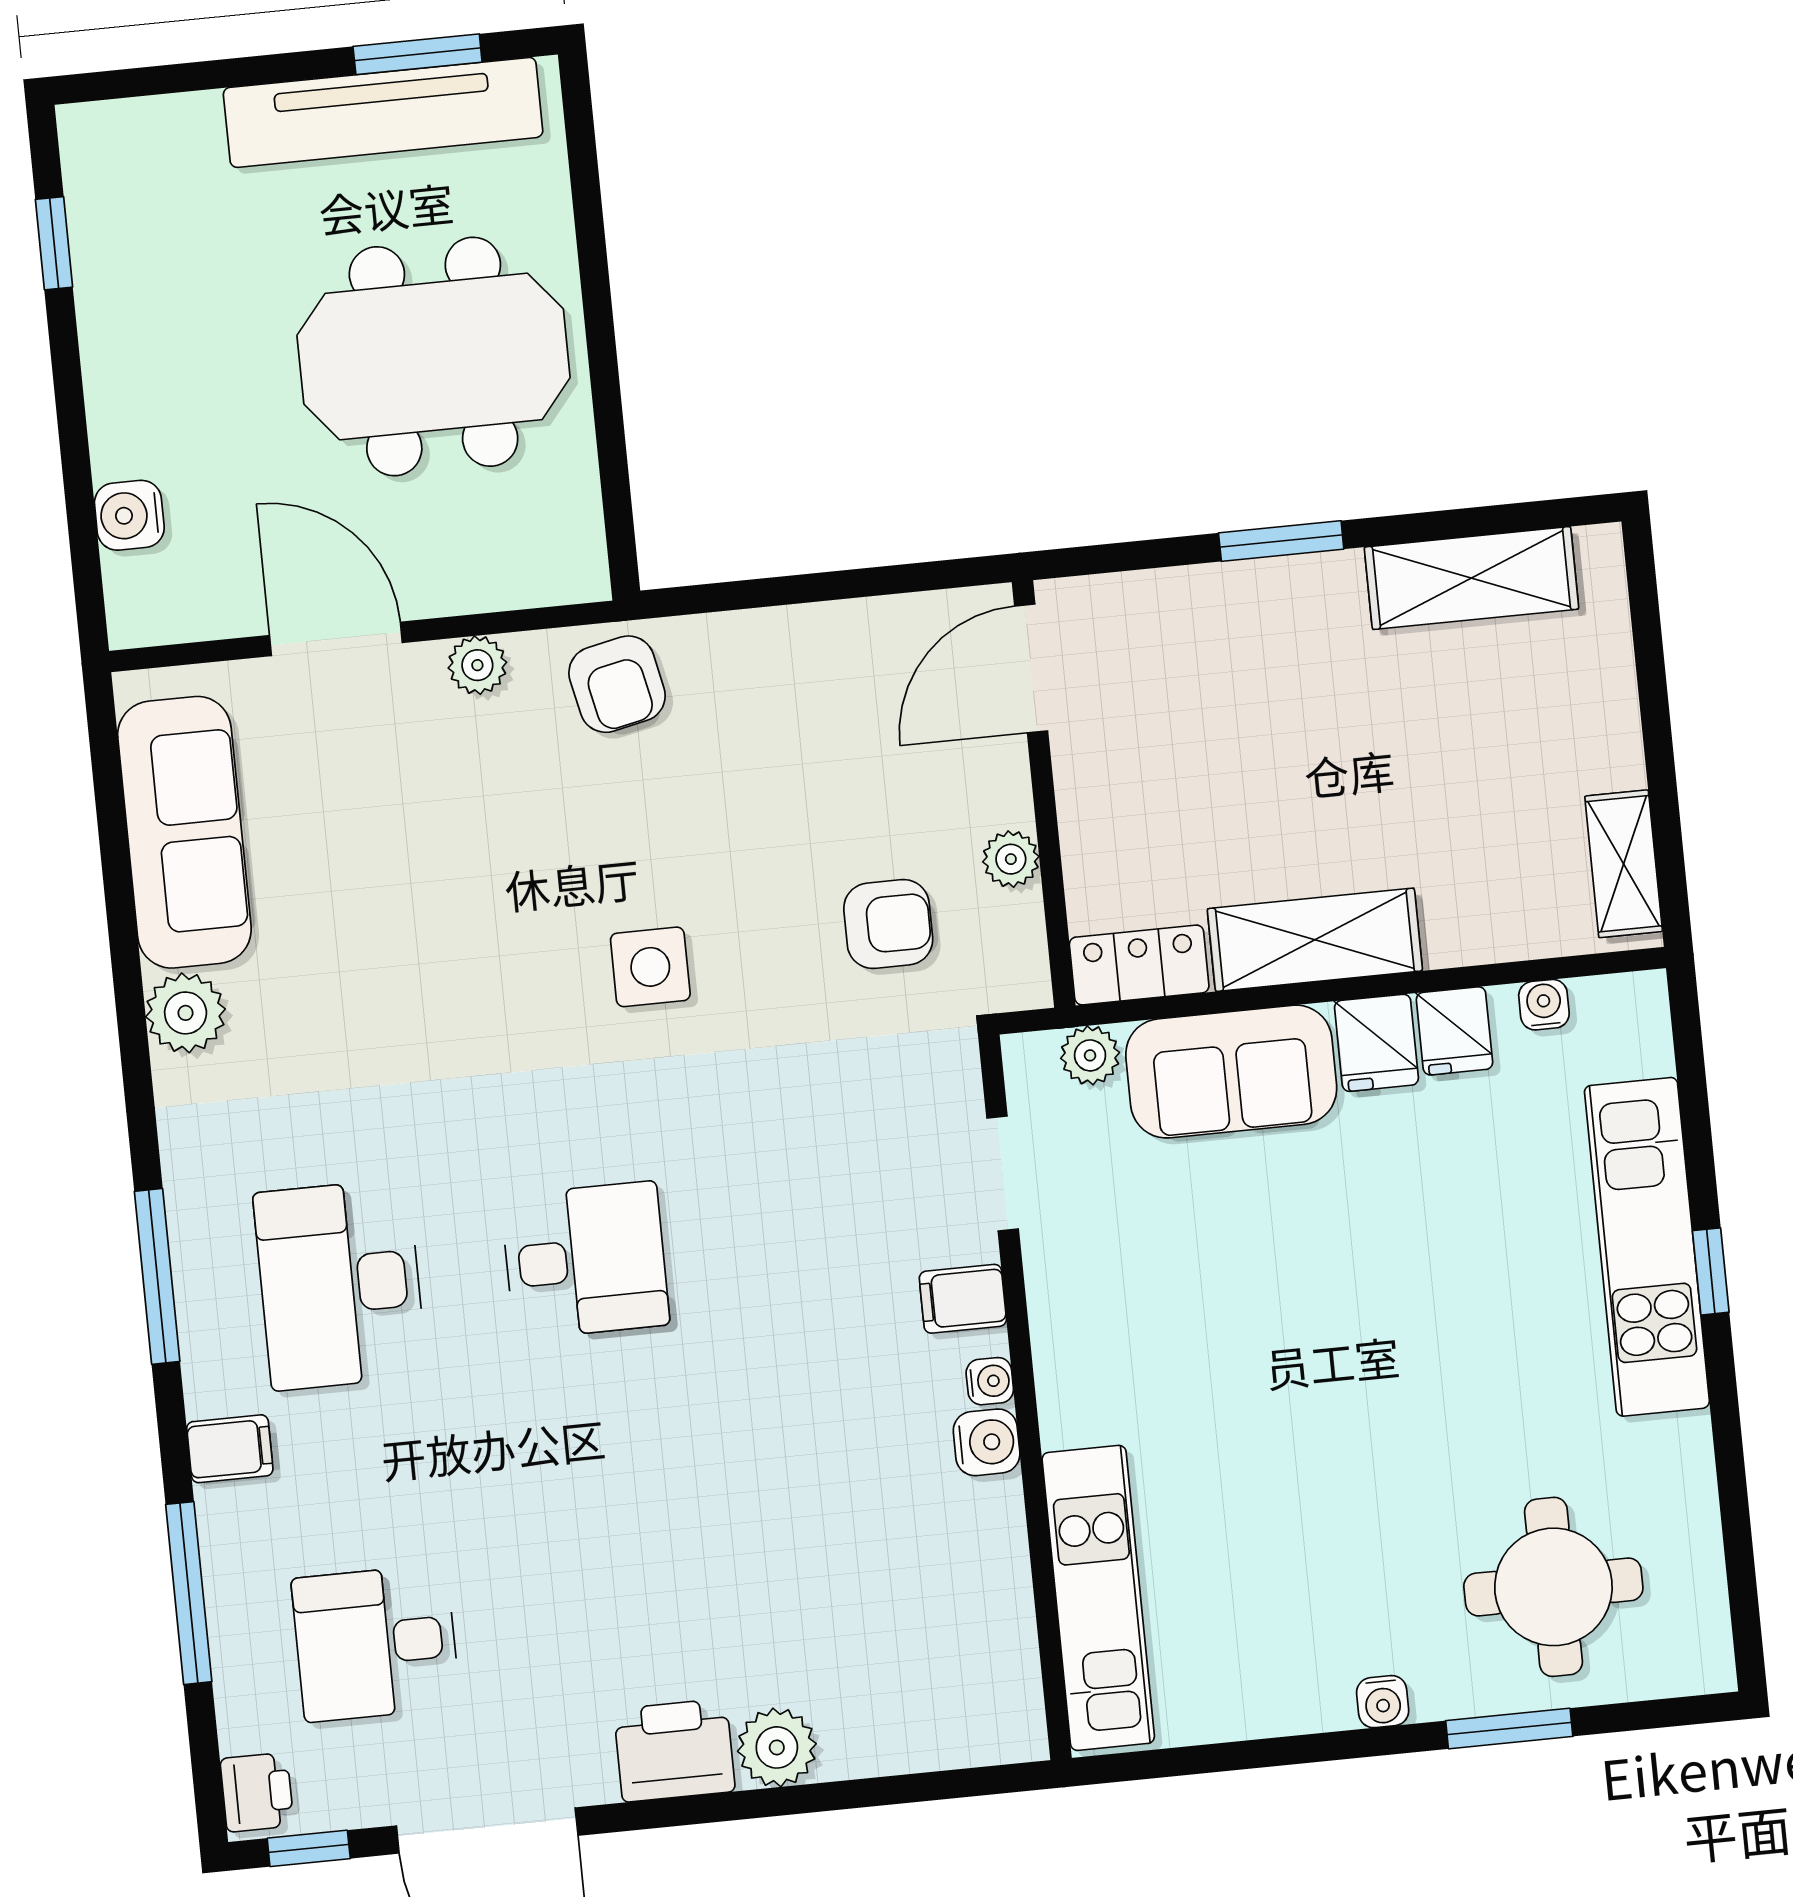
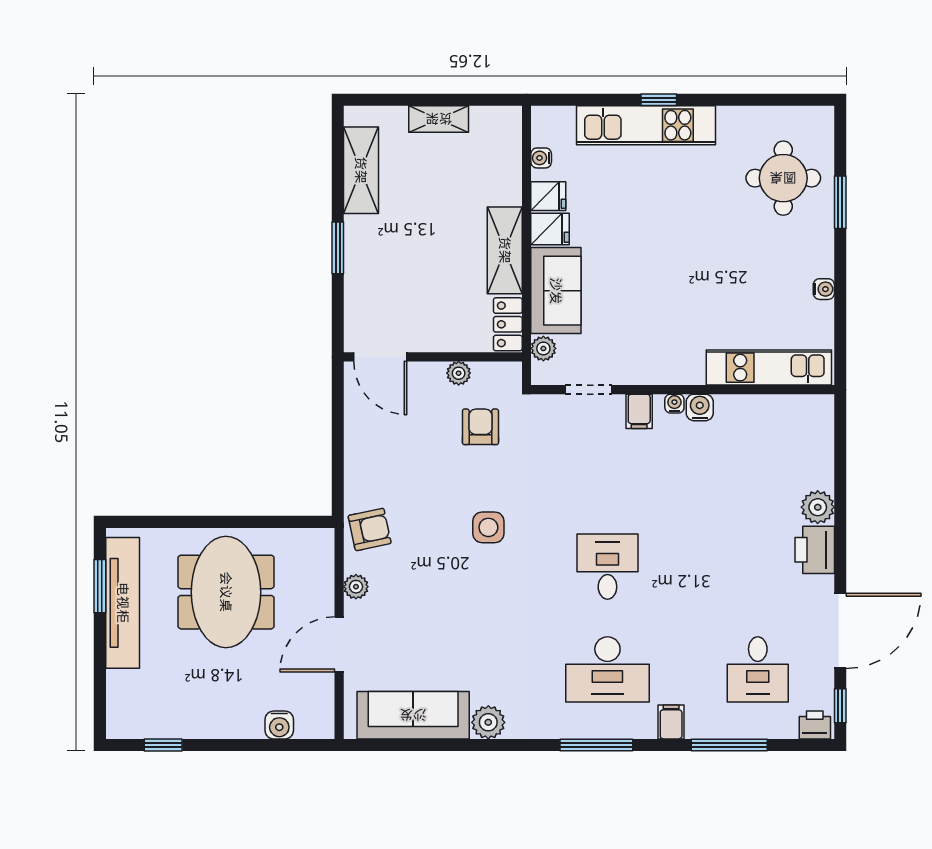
shelving: (1624, 864) -> (439, 119), moved
water cooler: (1383, 1702) -> (824, 289), moved

